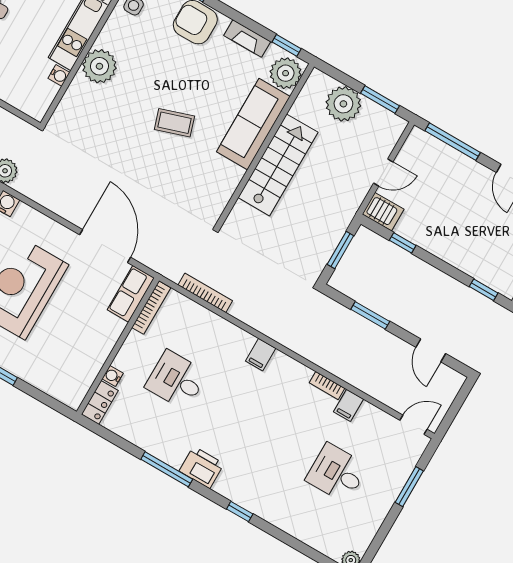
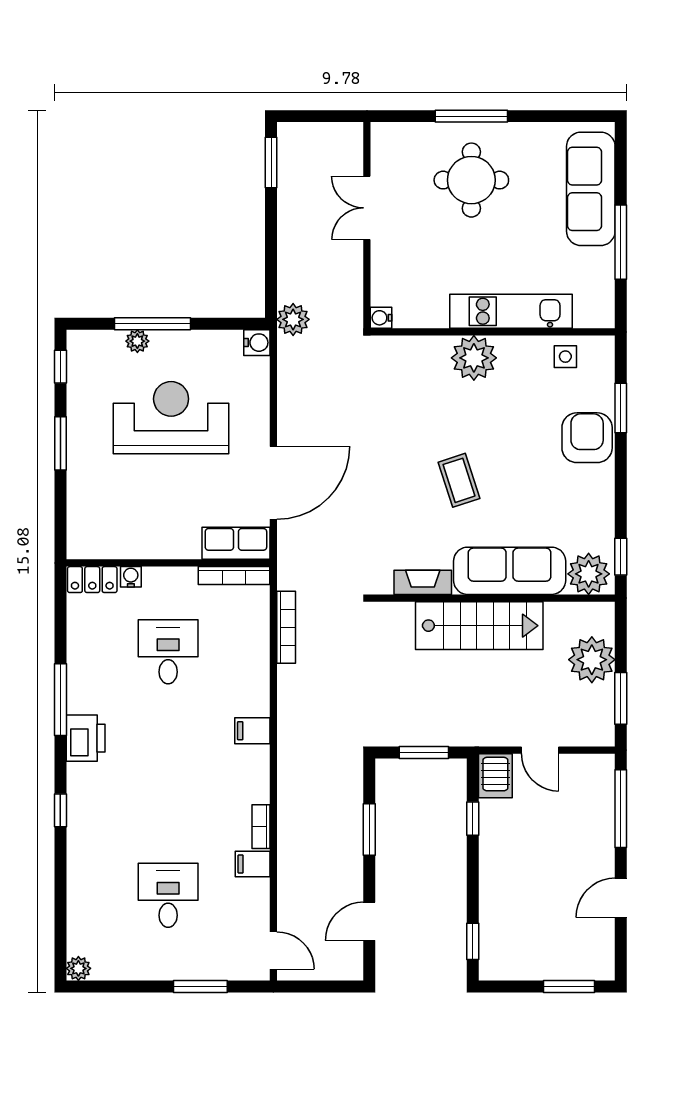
fireplace: (247, 38) -> (423, 582), moved, turned 90
water cooler: (59, 75) -> (381, 318), moved, turned 90

